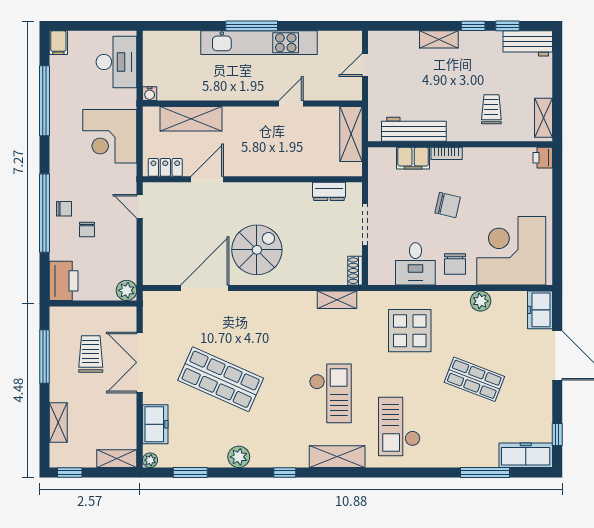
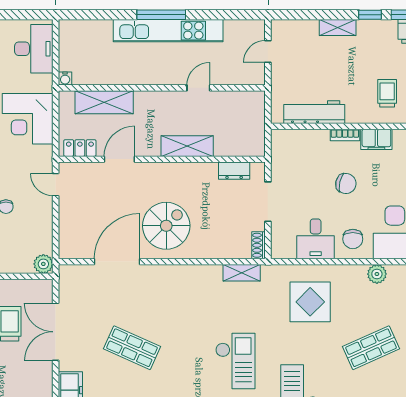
shelving: (351, 134) -> (187, 146), moved, turned 90
filing cabinet: (413, 158) -> (376, 139), moved
shop shelf: (221, 379) -> (132, 348), width x0.70, depth x0.74
shop shelf: (474, 379) -> (371, 348), turned -45

